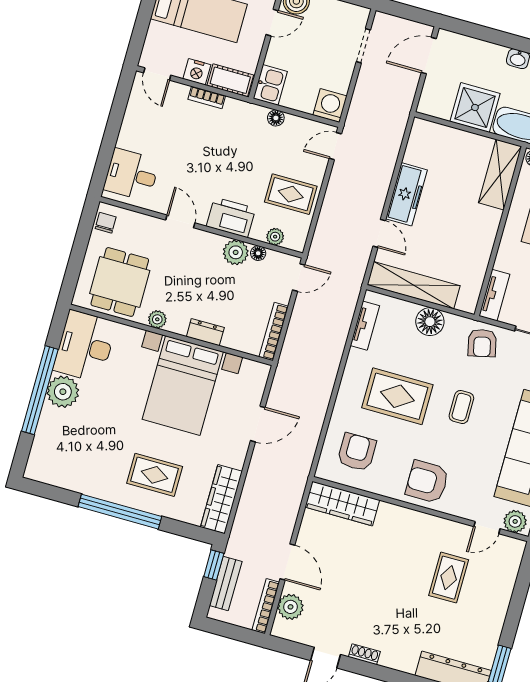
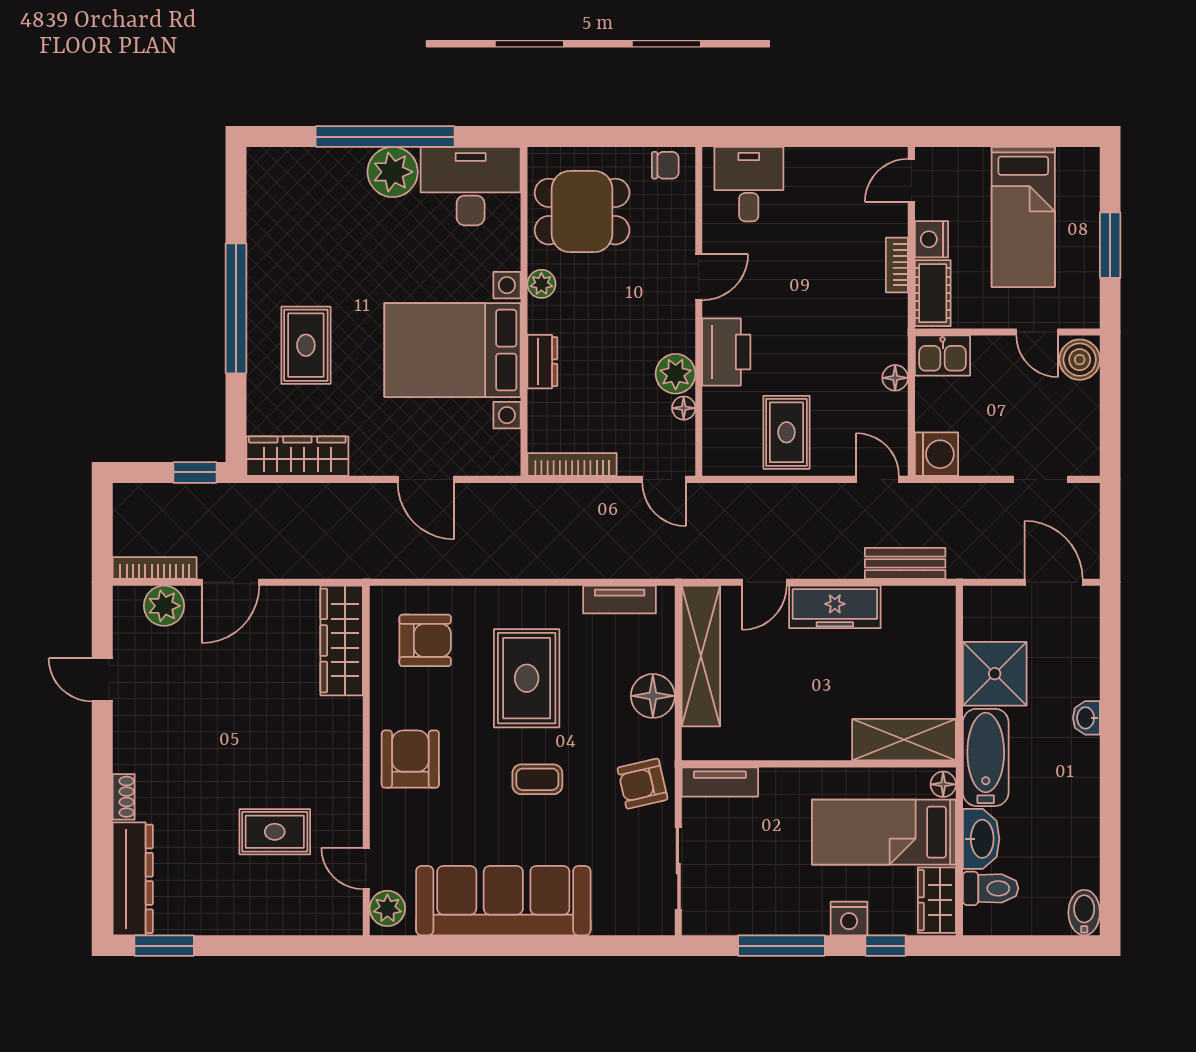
plant: (275, 237) -> (716, 427), removed
bench: (226, 583) -> (905, 563), moved
shoe rack: (364, 654) -> (124, 797), moved

